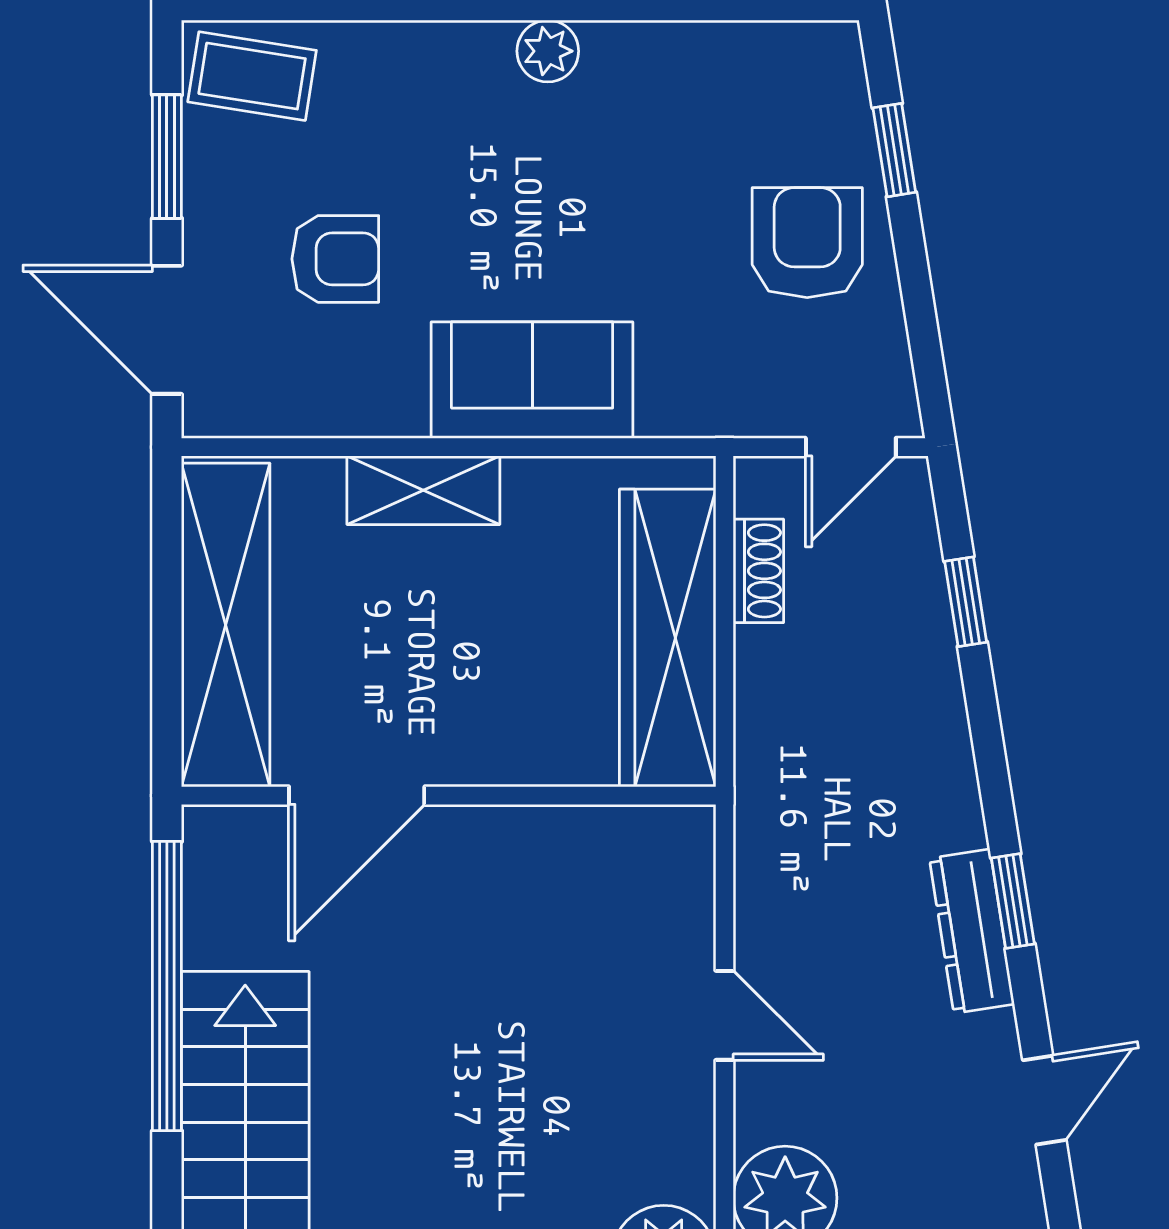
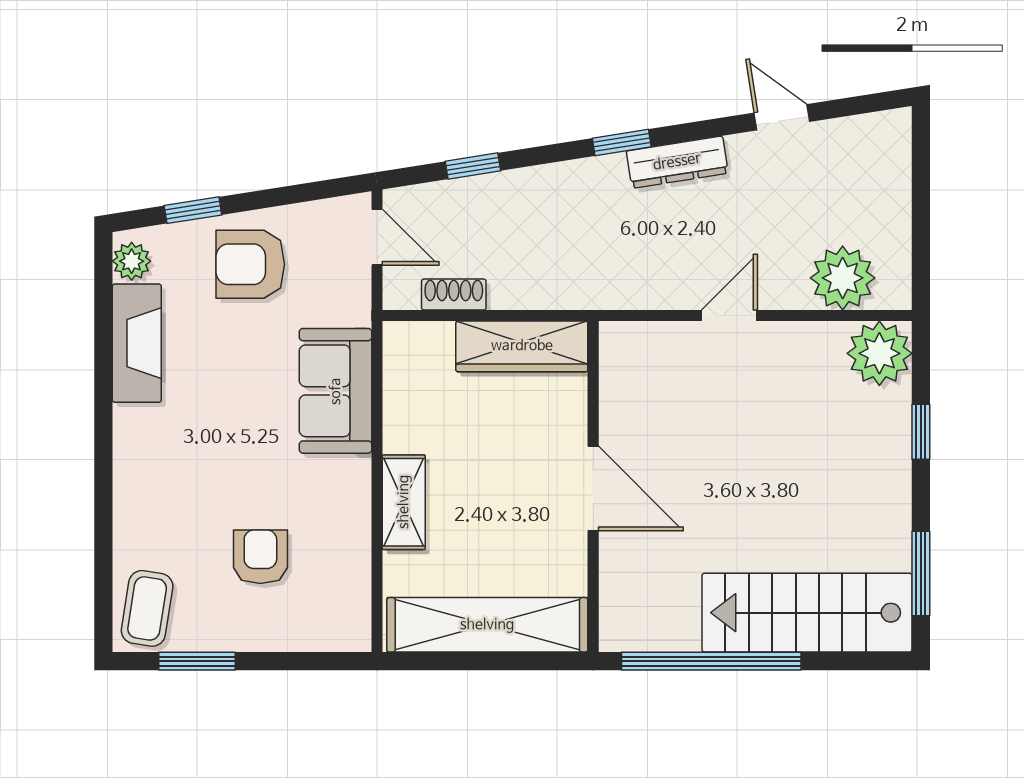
plant: (548, 51) -> (132, 261), moved
fireplace: (680, 60) -> (137, 343), added
door: (167, 330) -> (304, 661), removed
sofa: (532, 380) -> (336, 391), moved
wardrobe: (668, 638) -> (522, 346), width x0.71, depth x0.85
door: (357, 796) -> (593, 488), moved
window: (1013, 901) -> (622, 143), moved

